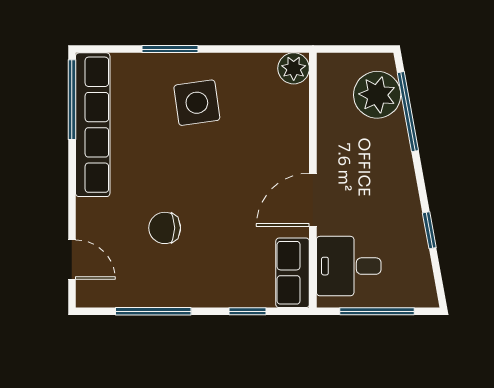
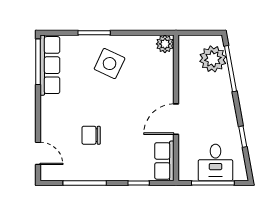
side table: (197, 103) -> (110, 64), turned 33
row of seats: (93, 125) -> (50, 65), width x0.73
desk: (349, 266) -> (215, 163), moved, turned -90

